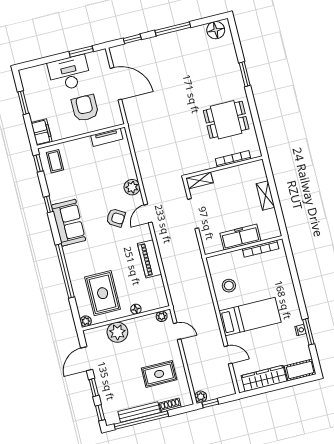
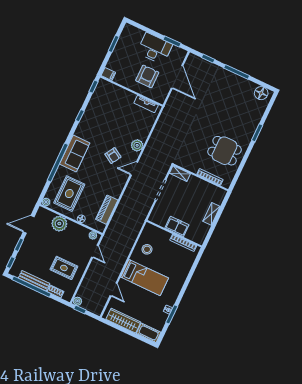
filing cabinet: (42, 132) -> (108, 74), width x0.50
coffee table: (55, 161) -> (104, 93), removed
sofa: (69, 223) -> (75, 153), moved
freezer: (240, 237) -> (177, 226), width x0.71
piano: (150, 259) -> (107, 210), moved

